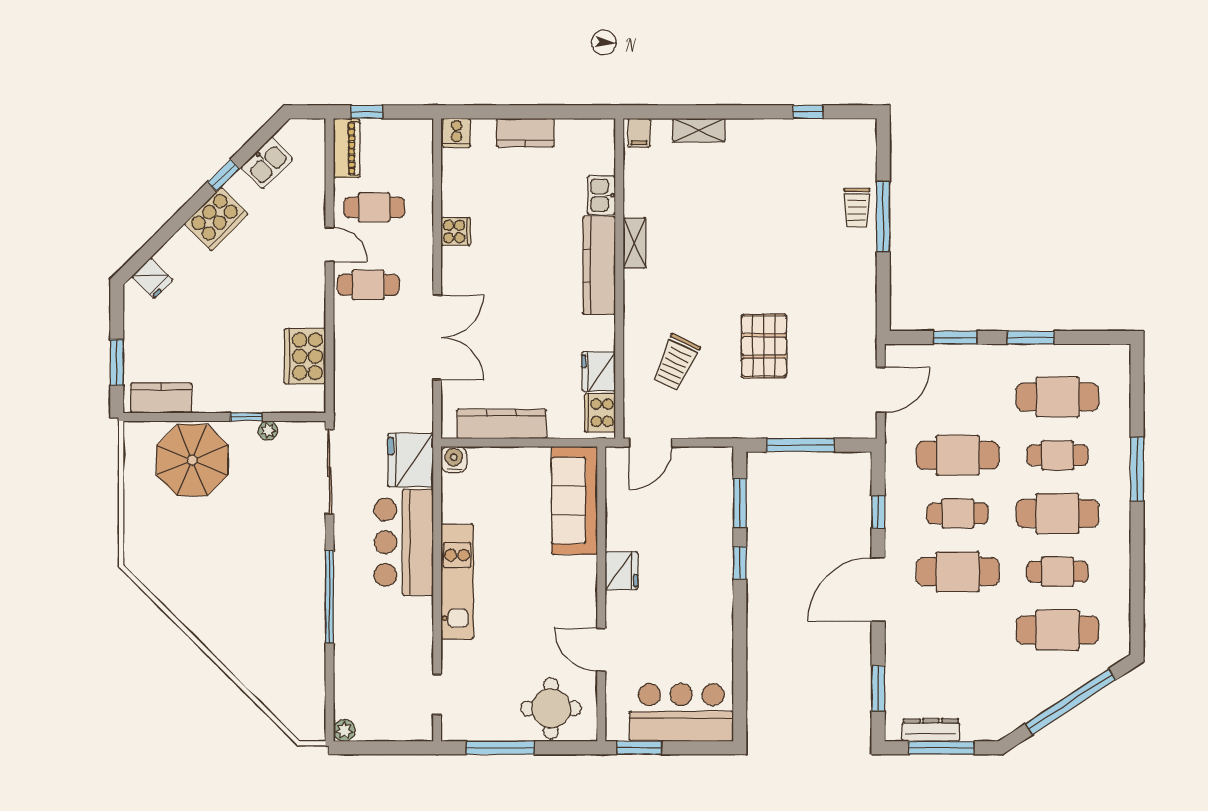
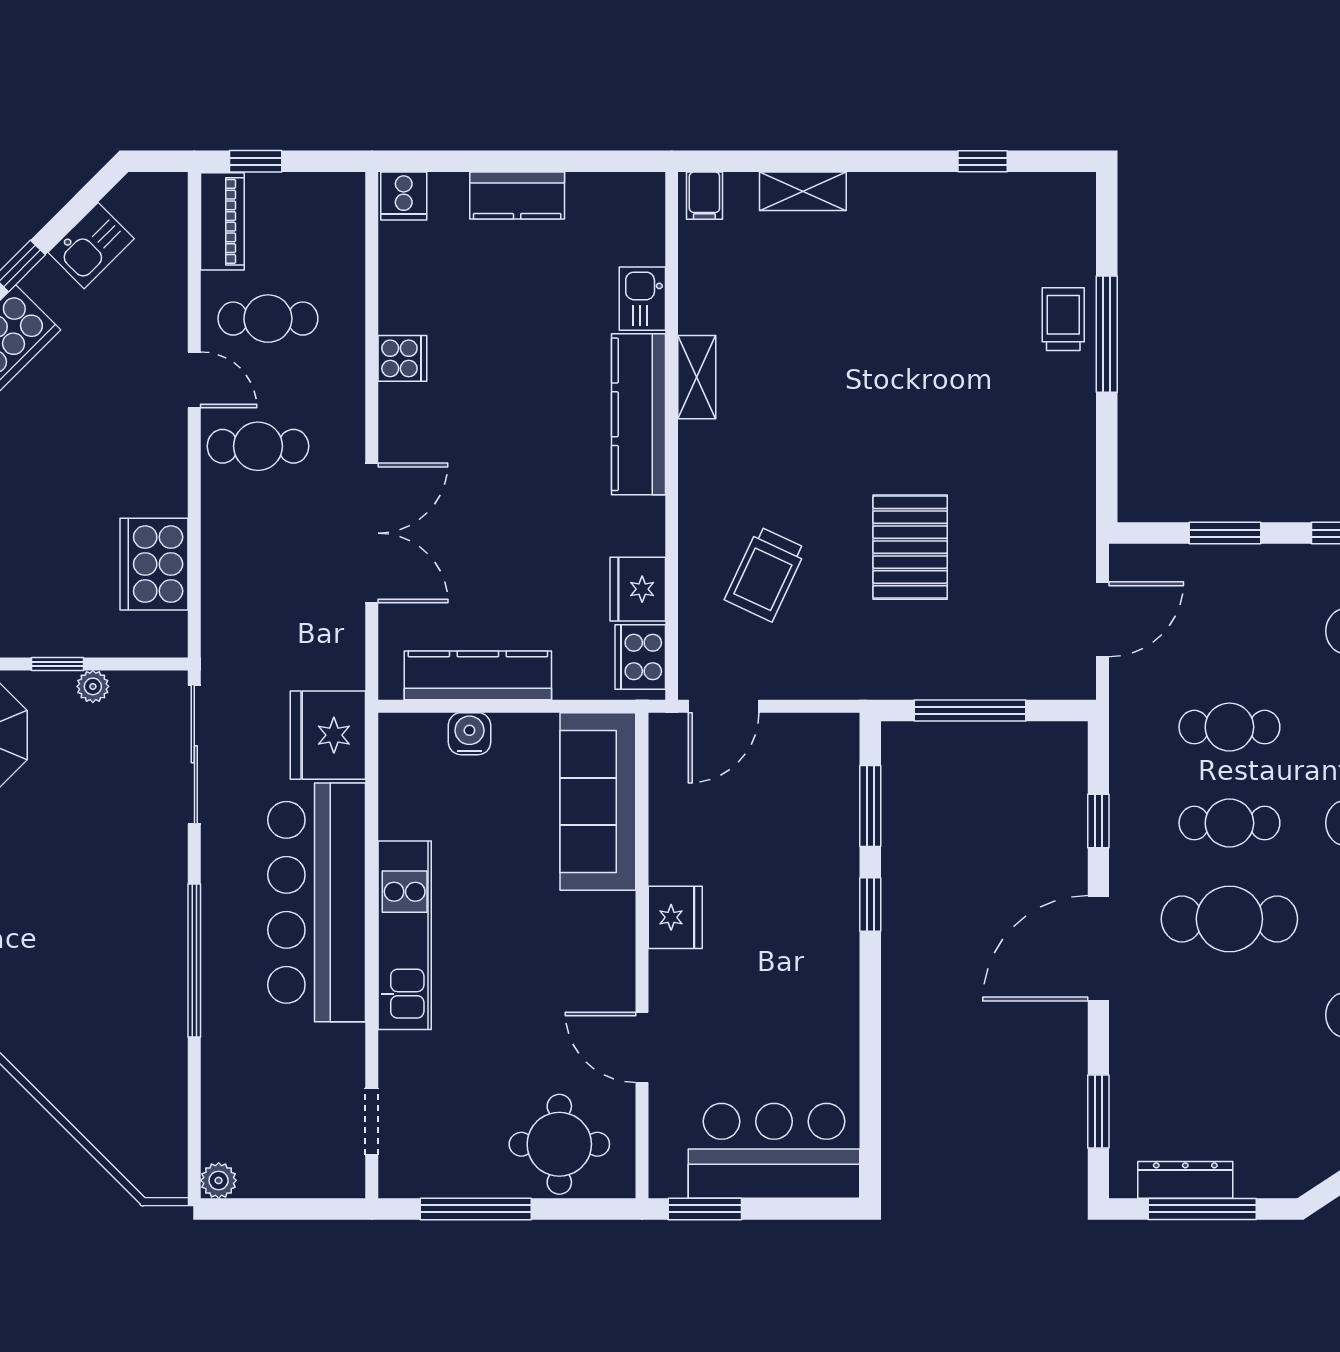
trolley: (857, 208) -> (1063, 319), turned 180
cafe table: (958, 455) -> (1229, 727), width x0.73, depth x0.74
water cooler: (454, 459) -> (469, 734), moved
bar counter: (404, 542) -> (317, 902), width x1.36

